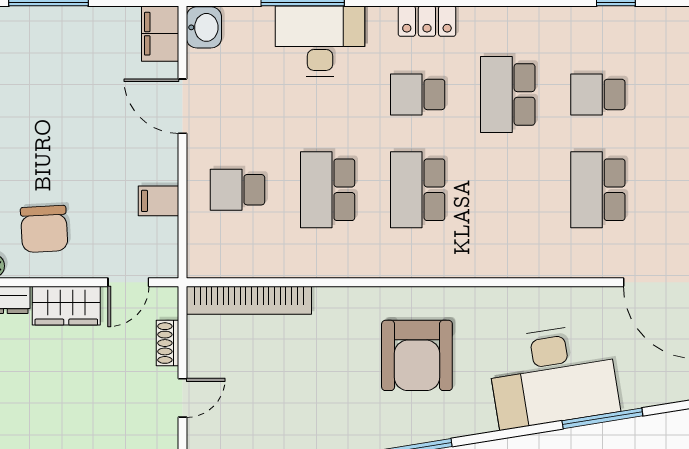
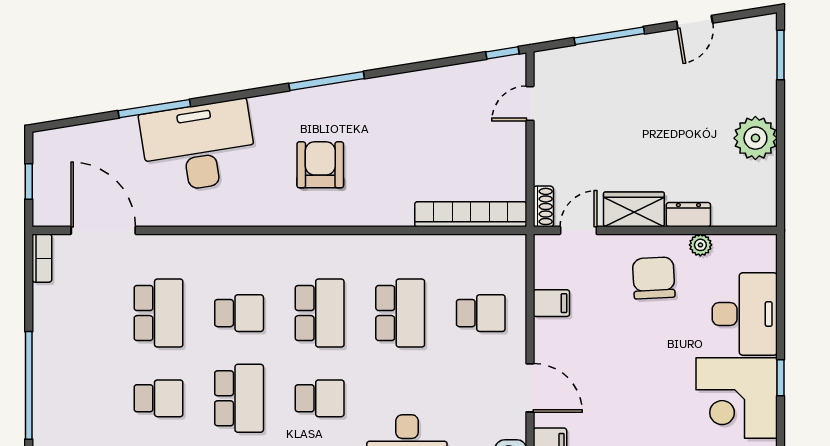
school desk: (508, 190) -> (239, 313), added
shoe rack: (168, 343) -> (543, 206), moved
armchair: (417, 355) -> (320, 165), width x0.73, depth x0.73
door: (183, 398) -> (530, 103), moved

